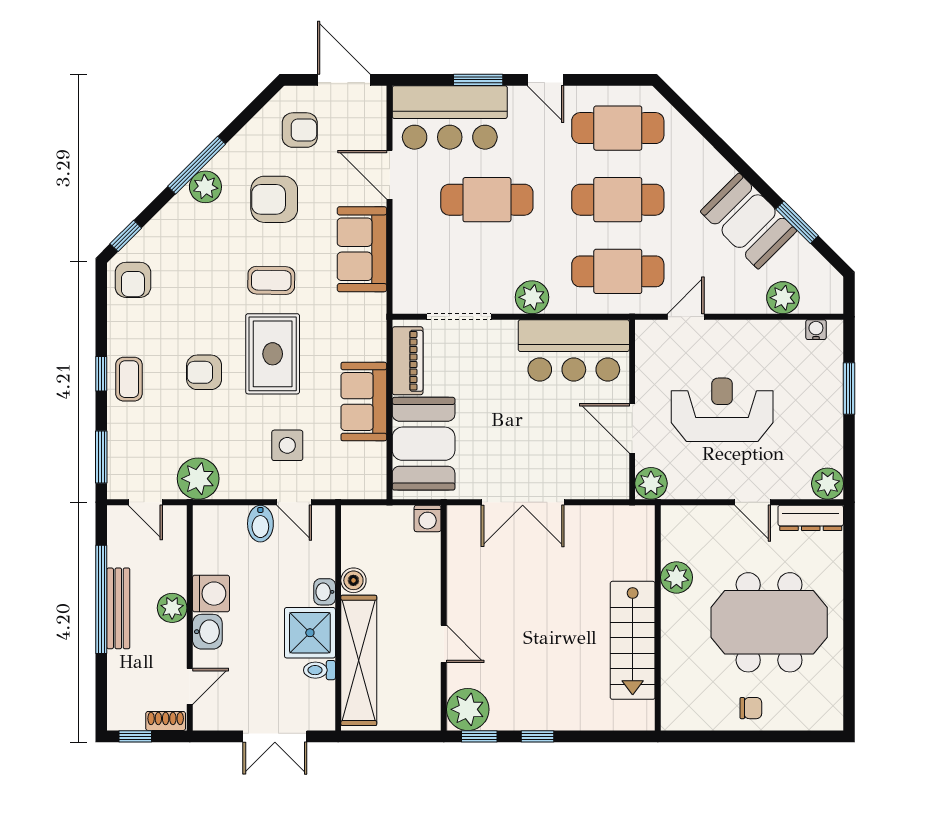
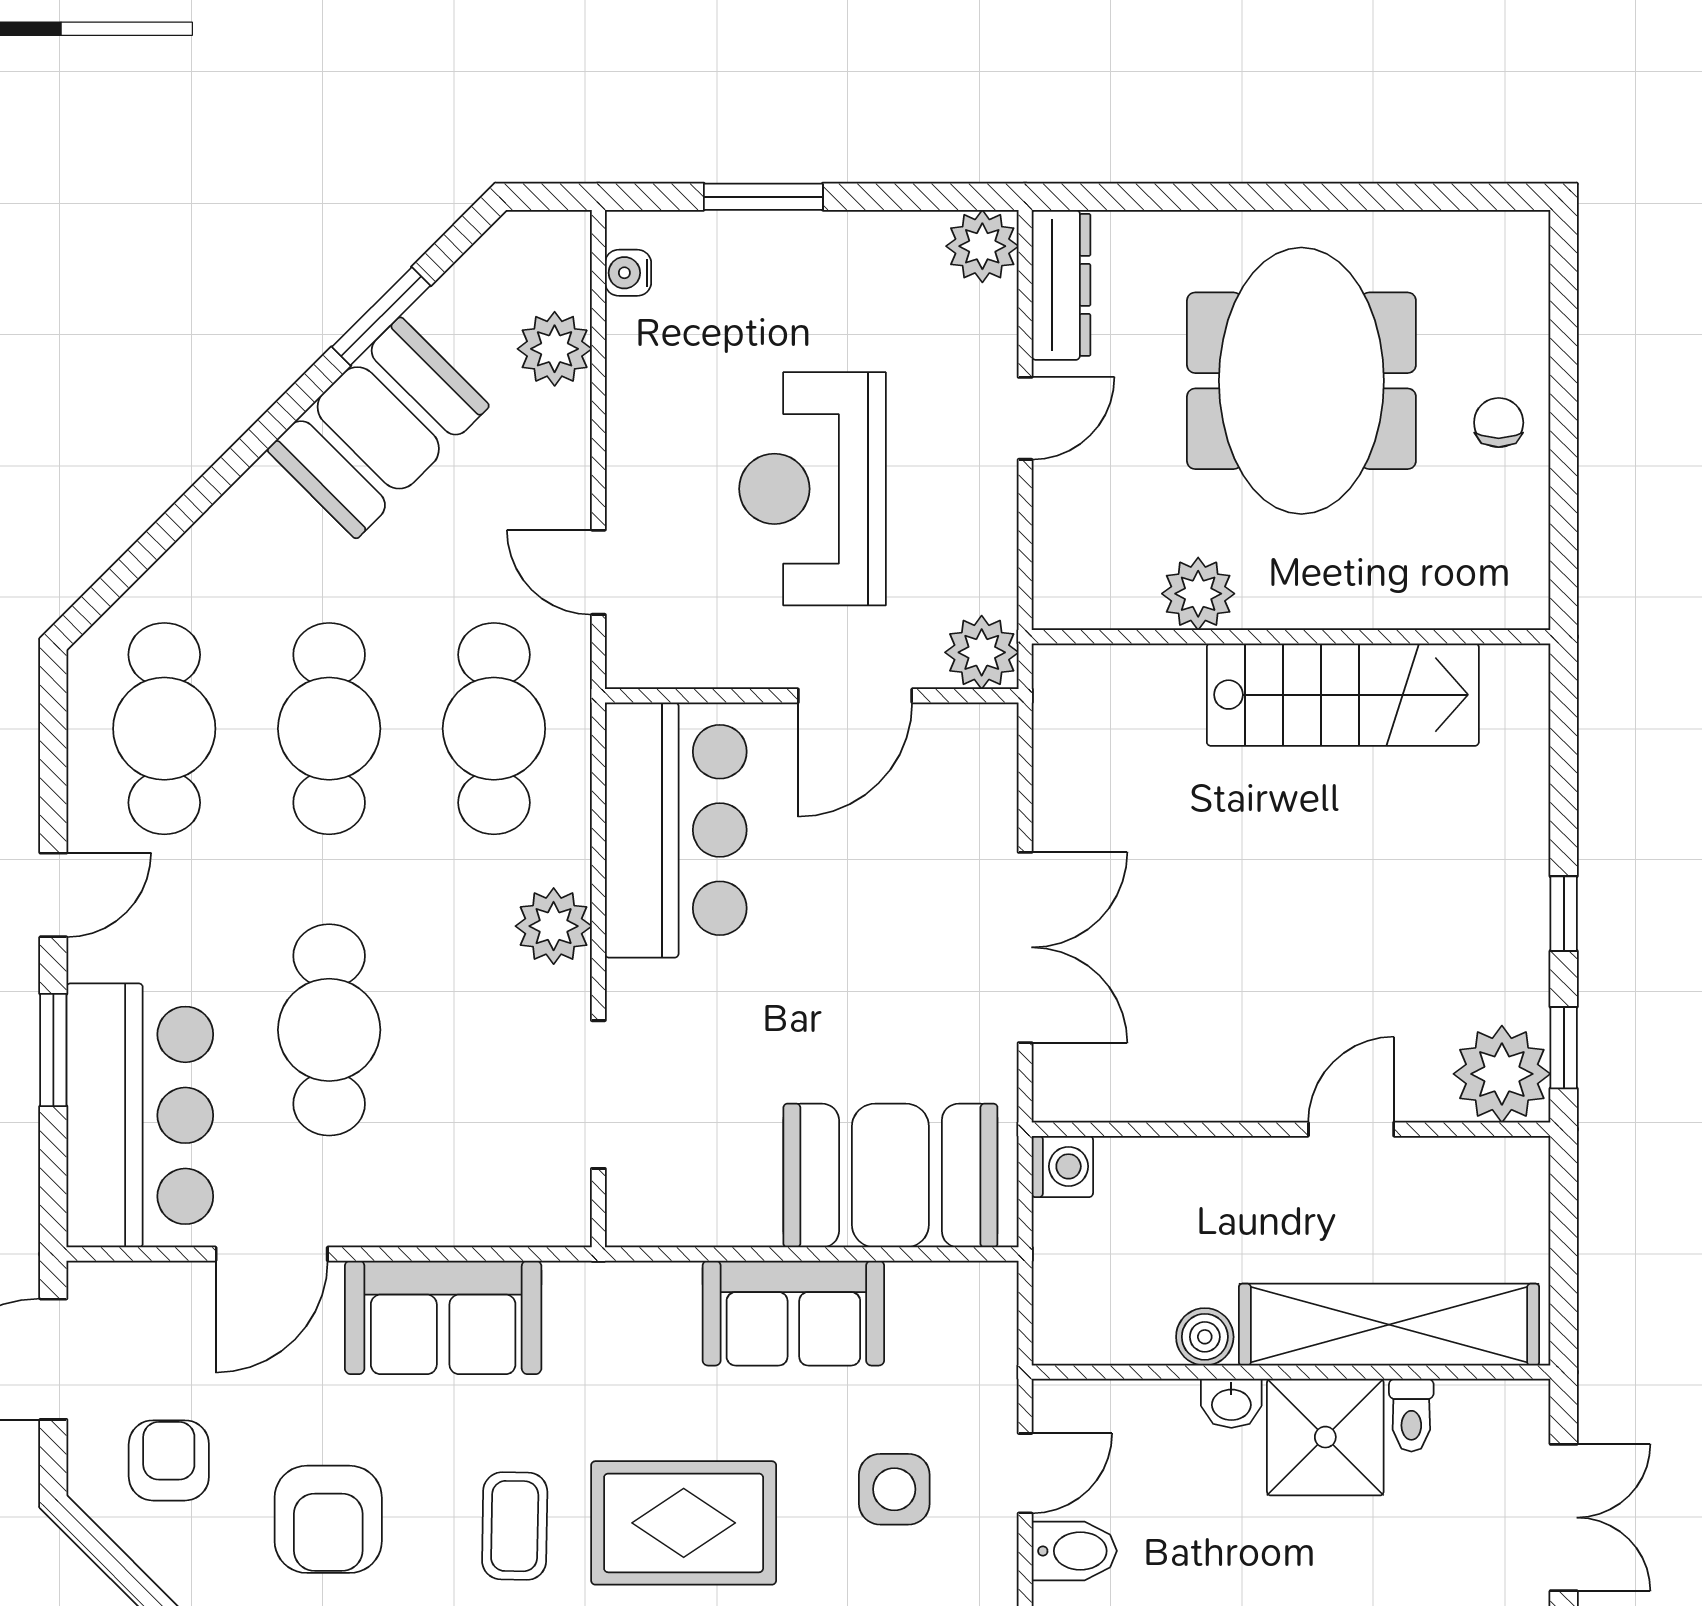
piano: (408, 361) -> (700, 1212), removed

